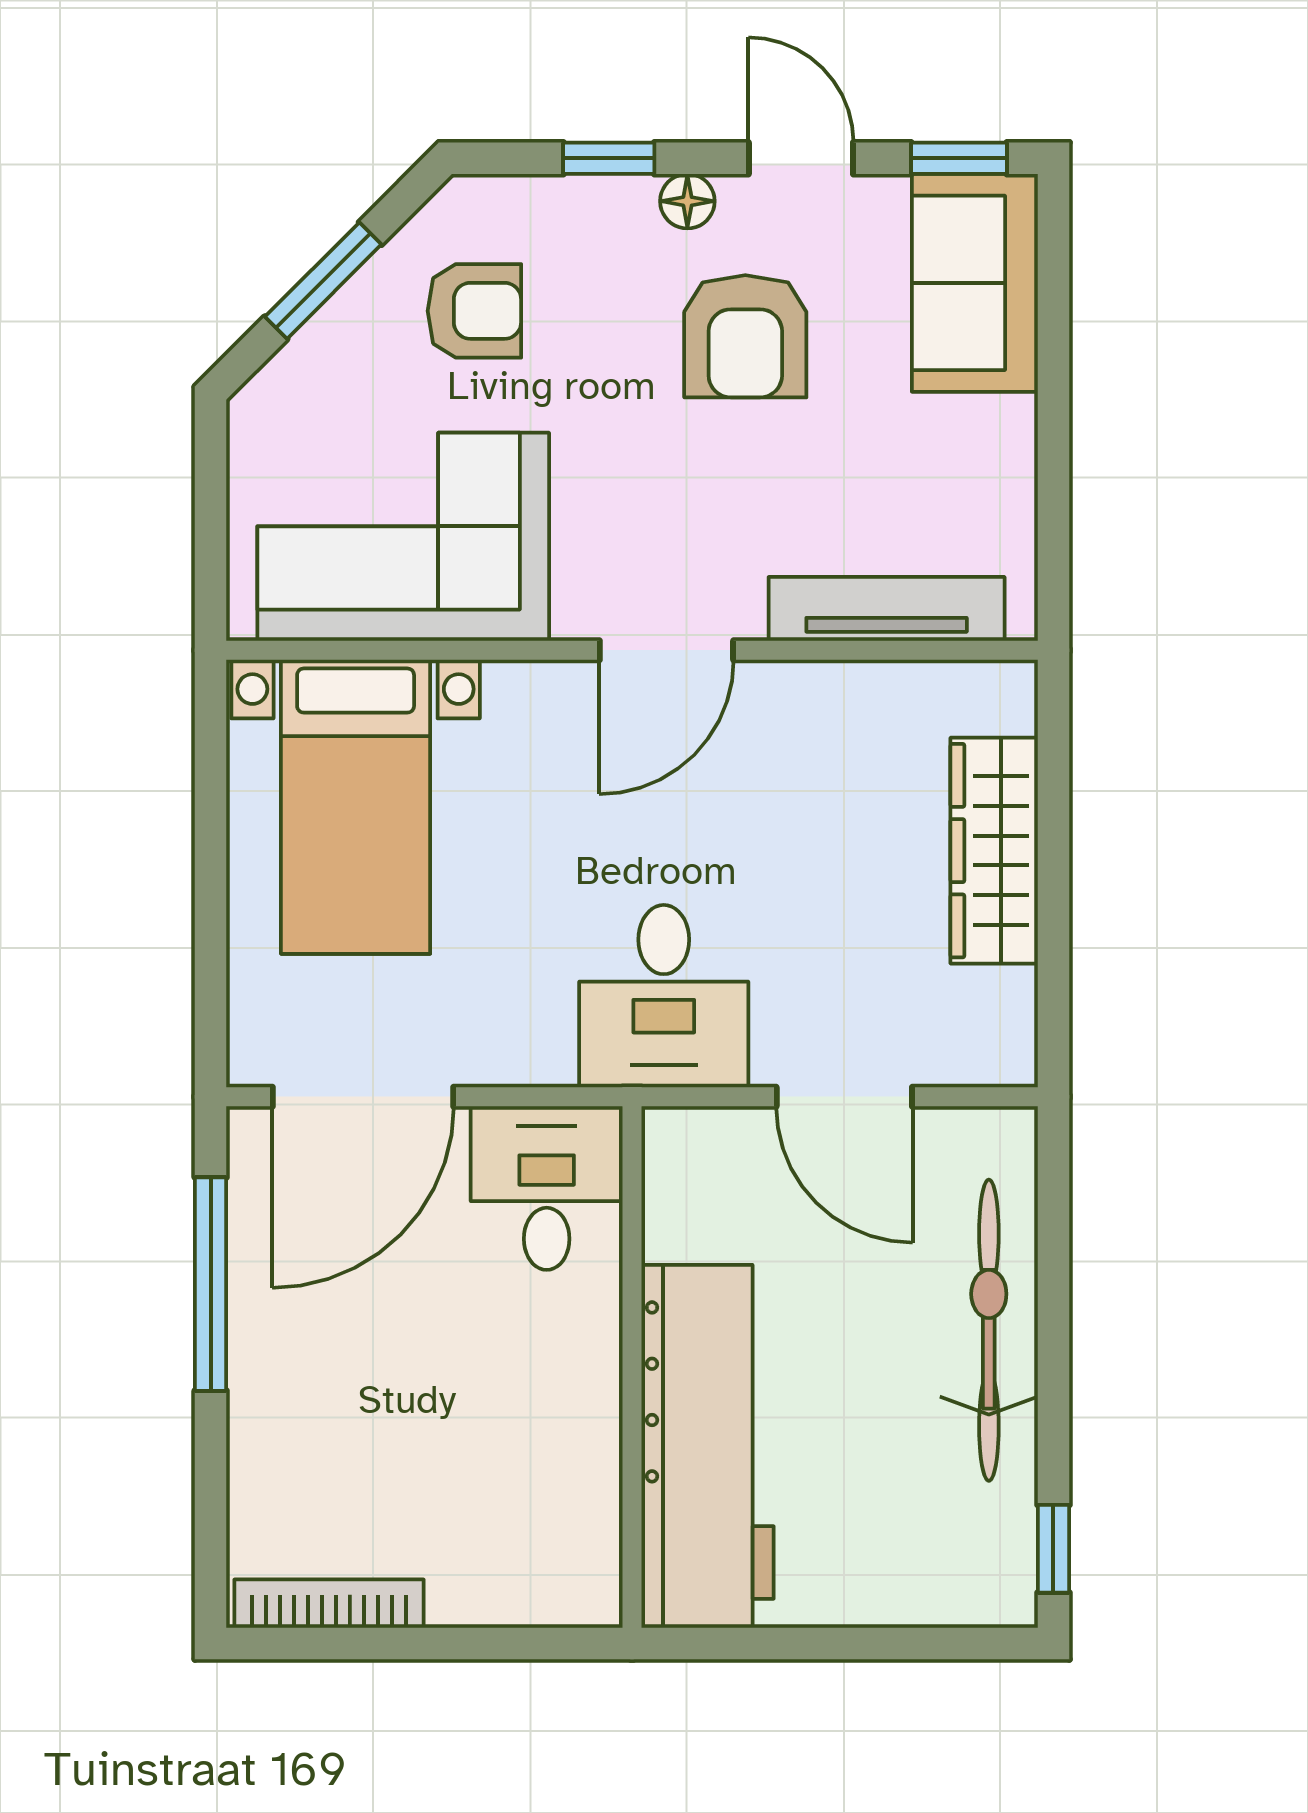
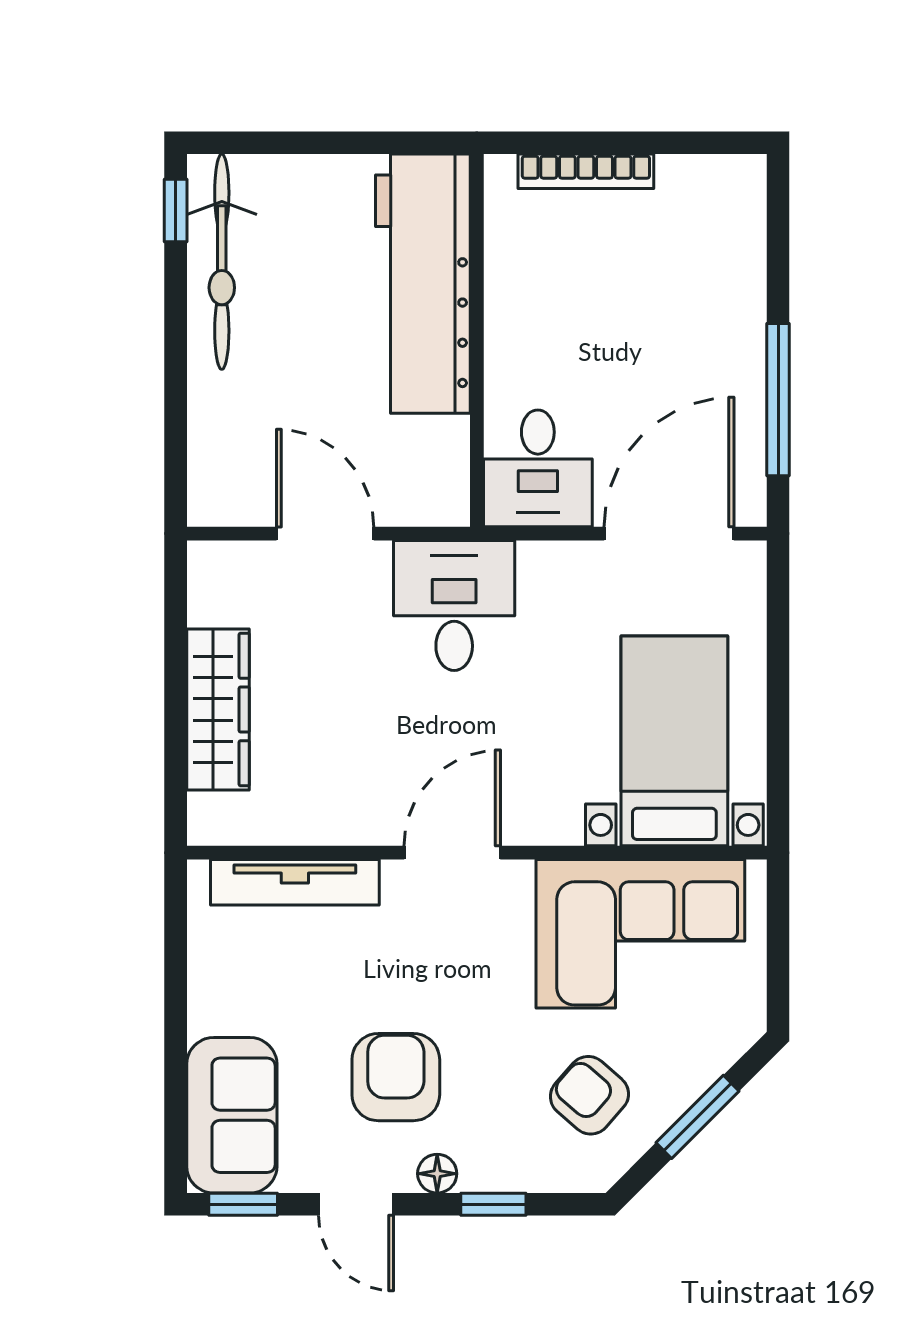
armchair: (474, 311) -> (589, 1095), turned 41
bicycle: (989, 1330) -> (222, 262), moved
bookcase: (329, 1604) -> (586, 171), moved

